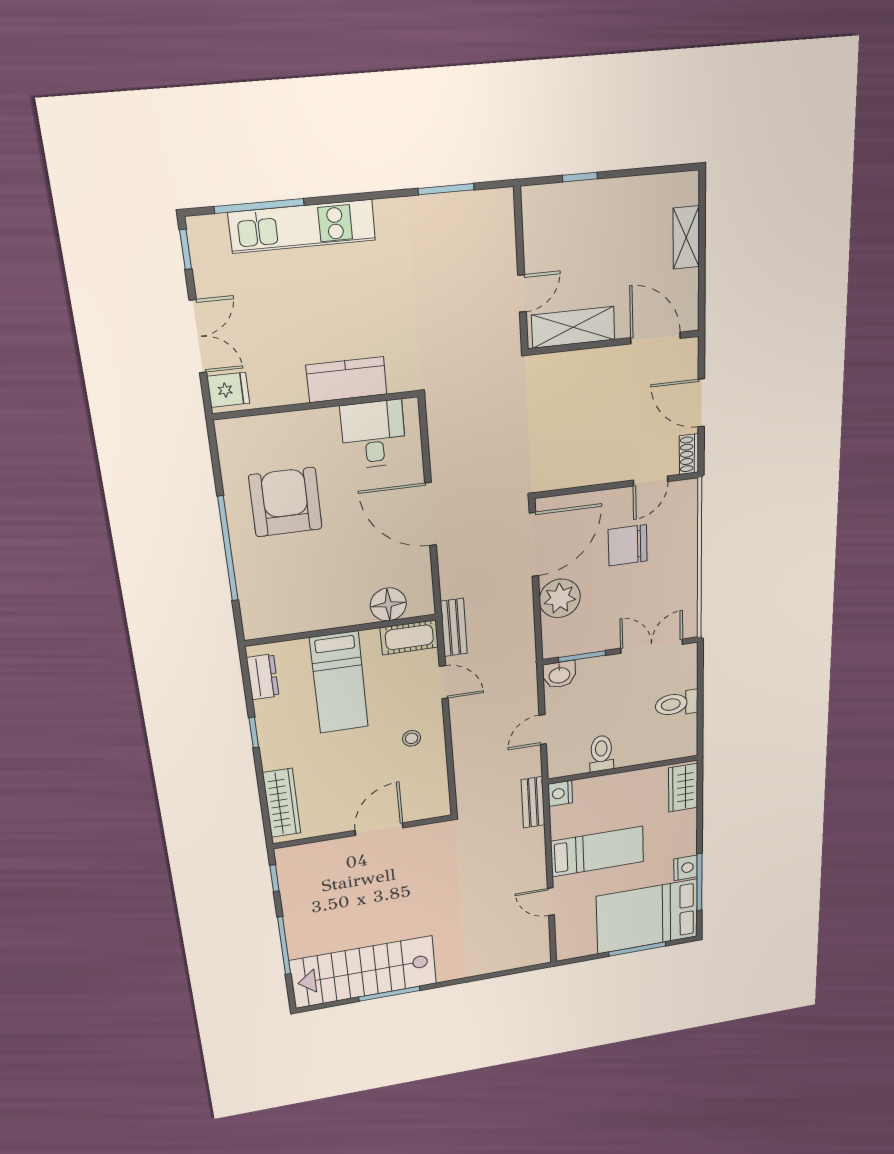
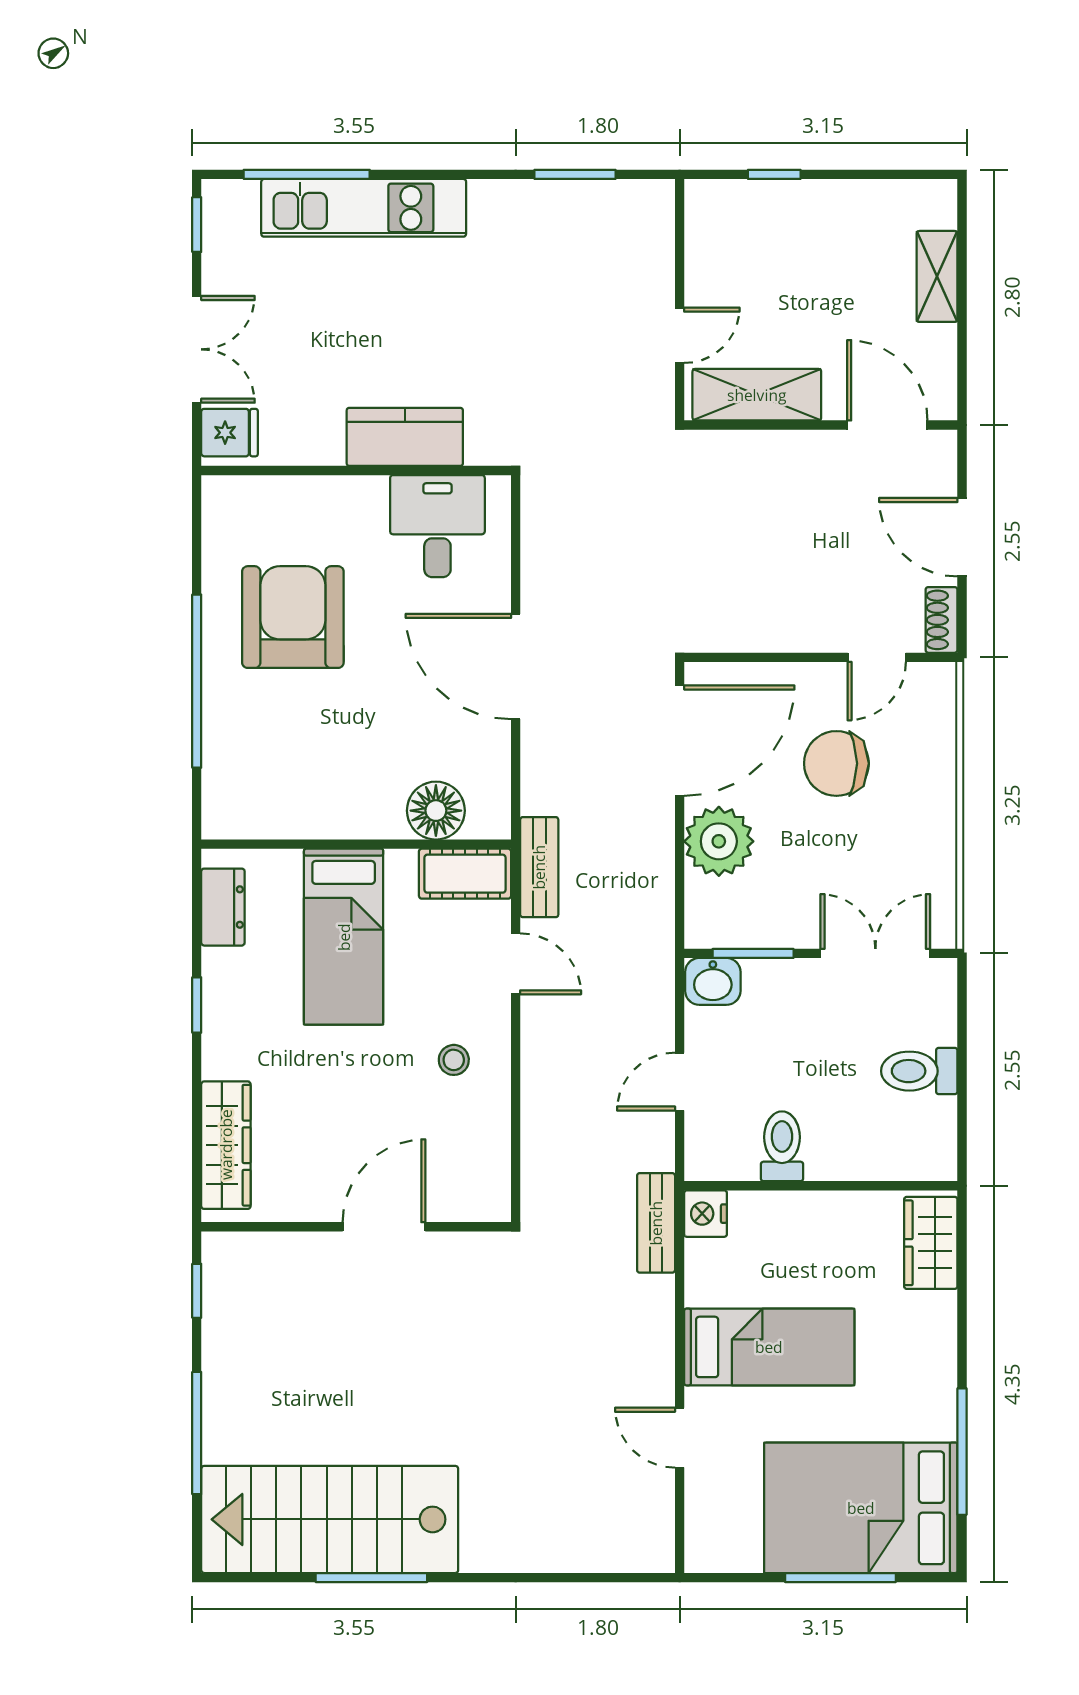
nightstand: (686, 868) -> (935, 1415), removed

